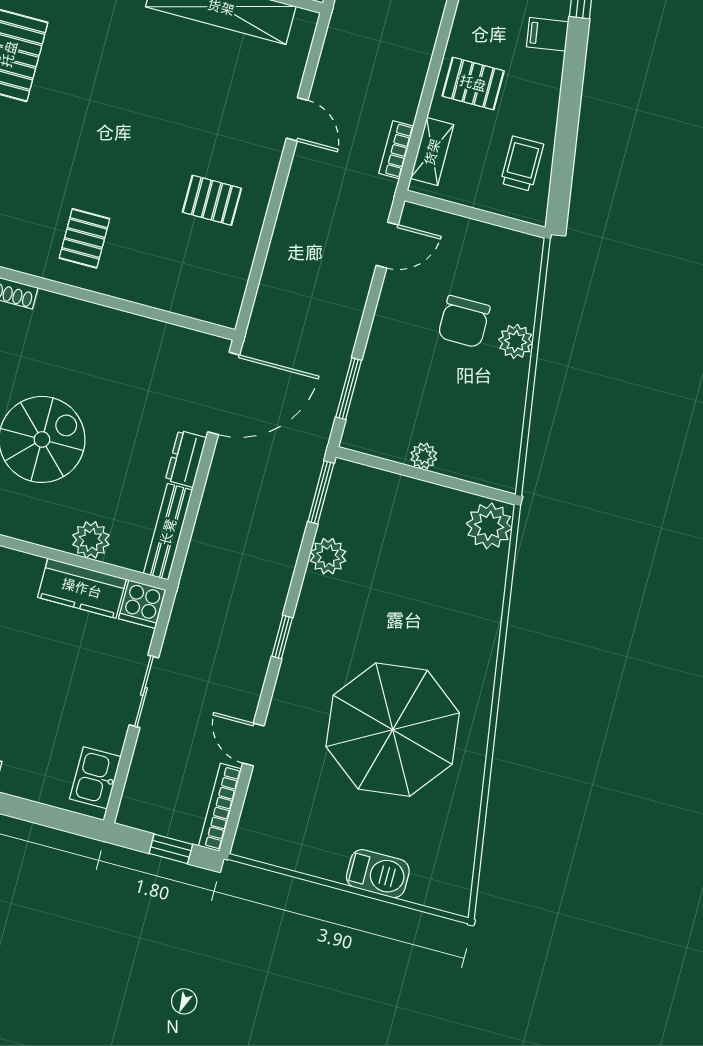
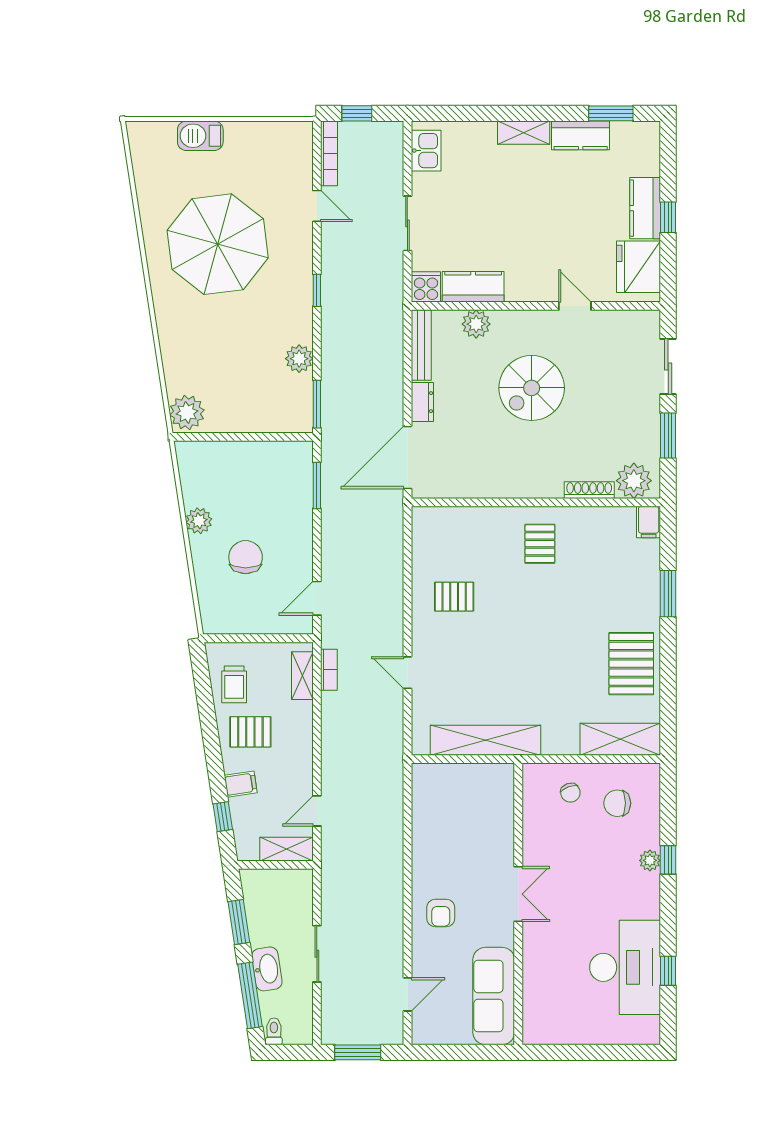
pallet: (473, 83) -> (250, 732), moved
plant: (516, 341) -> (199, 521), moved
plant: (424, 456) -> (249, 451), removed

